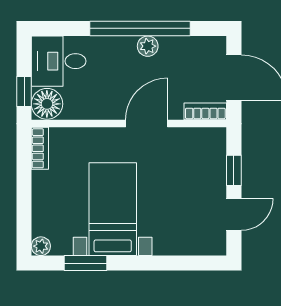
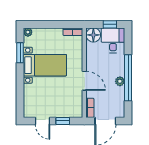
window: (24, 92) -> (110, 24), moved

